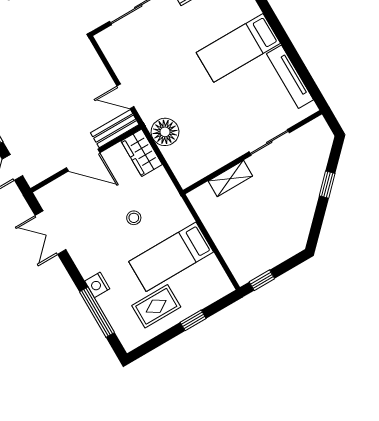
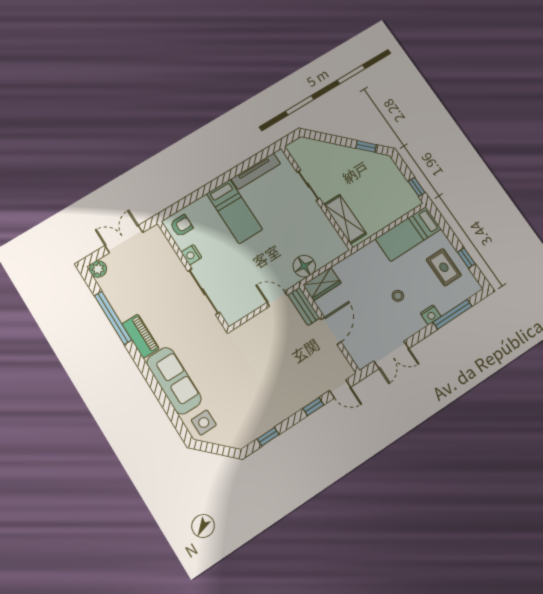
door: (125, 96) -> (277, 299), swing flipped
shelving: (230, 178) -> (345, 219), width x1.50, depth x1.33
window: (327, 185) -> (366, 146), moved
stool: (134, 218) -> (398, 296), moved
bed: (171, 257) -> (408, 234), moved, turned 90
window: (193, 320) -> (466, 258), moved

